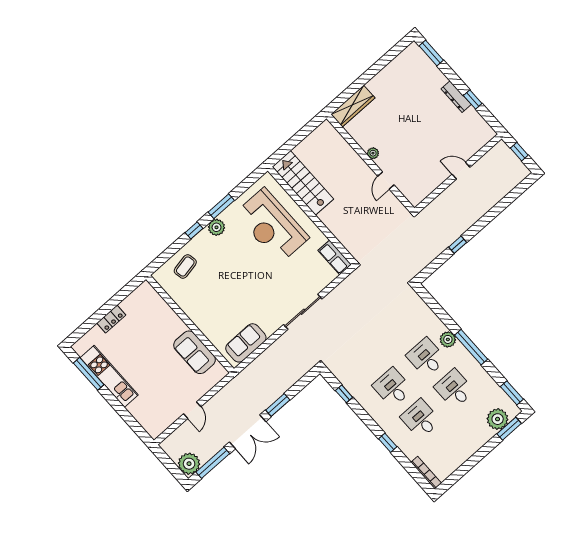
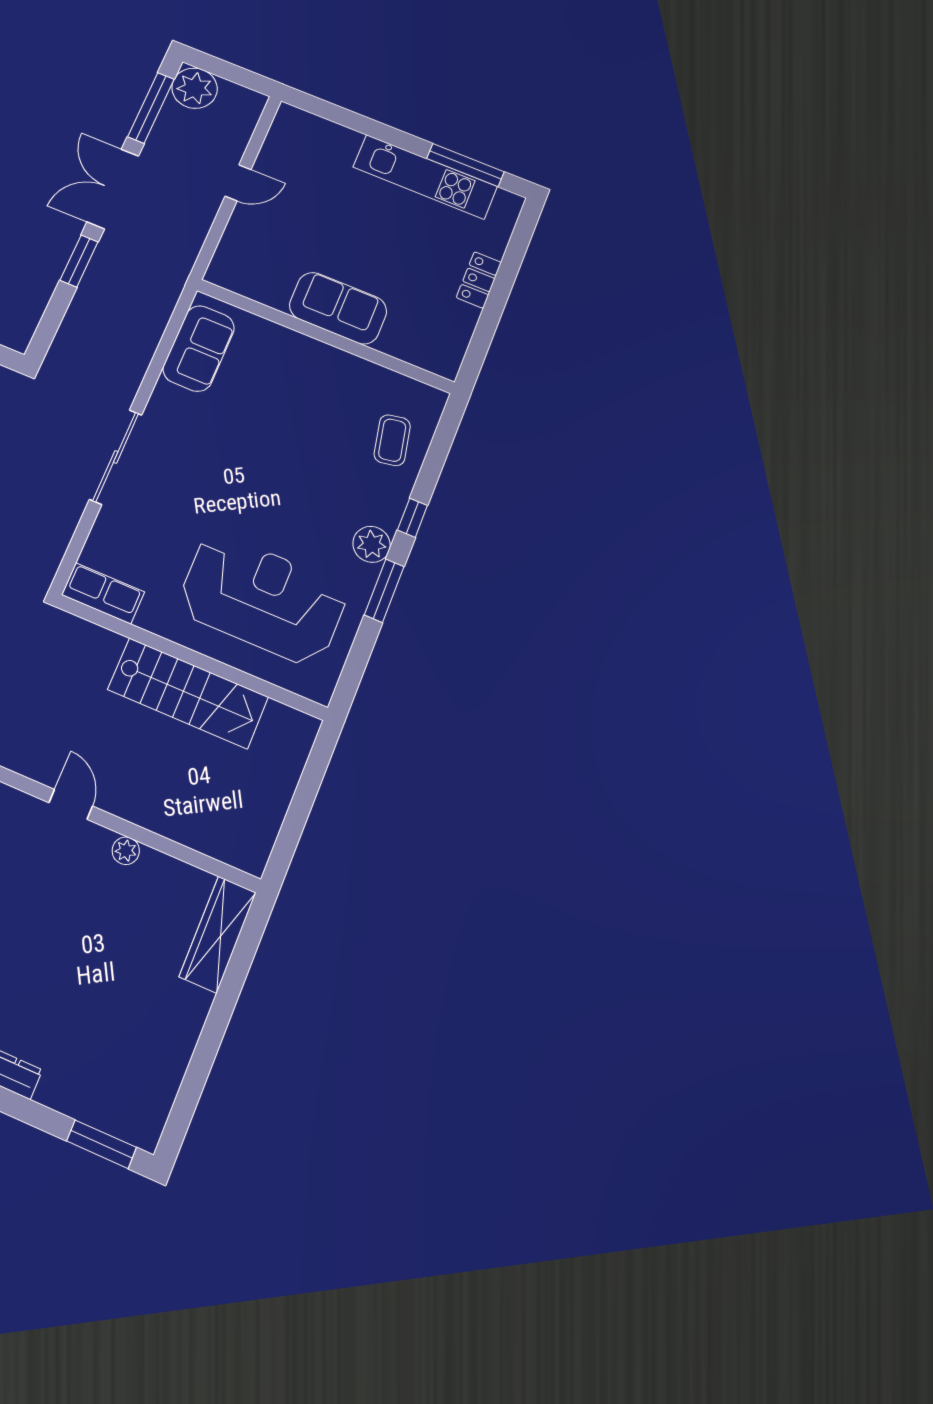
stairs: (303, 183) -> (188, 693), moved
sofa: (195, 352) -> (338, 308), moved
door: (192, 410) -> (238, 183), swing flipped

